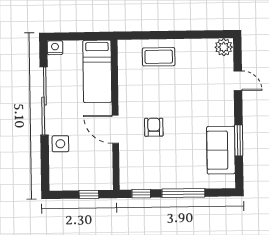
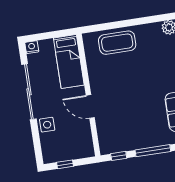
coffee table: (159, 57) -> (117, 43), width x1.36, depth x1.32
armchair: (154, 127) -> (121, 101), removed
window: (89, 194) -> (65, 164), moved

